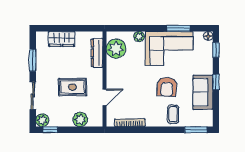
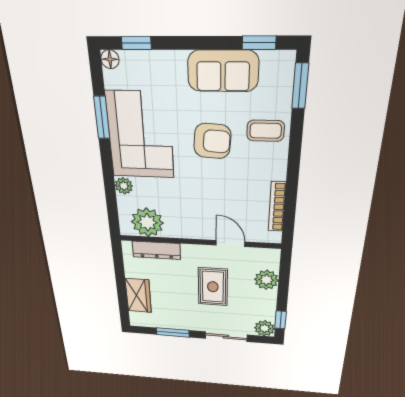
window: (216, 82) -> (259, 43), moved

